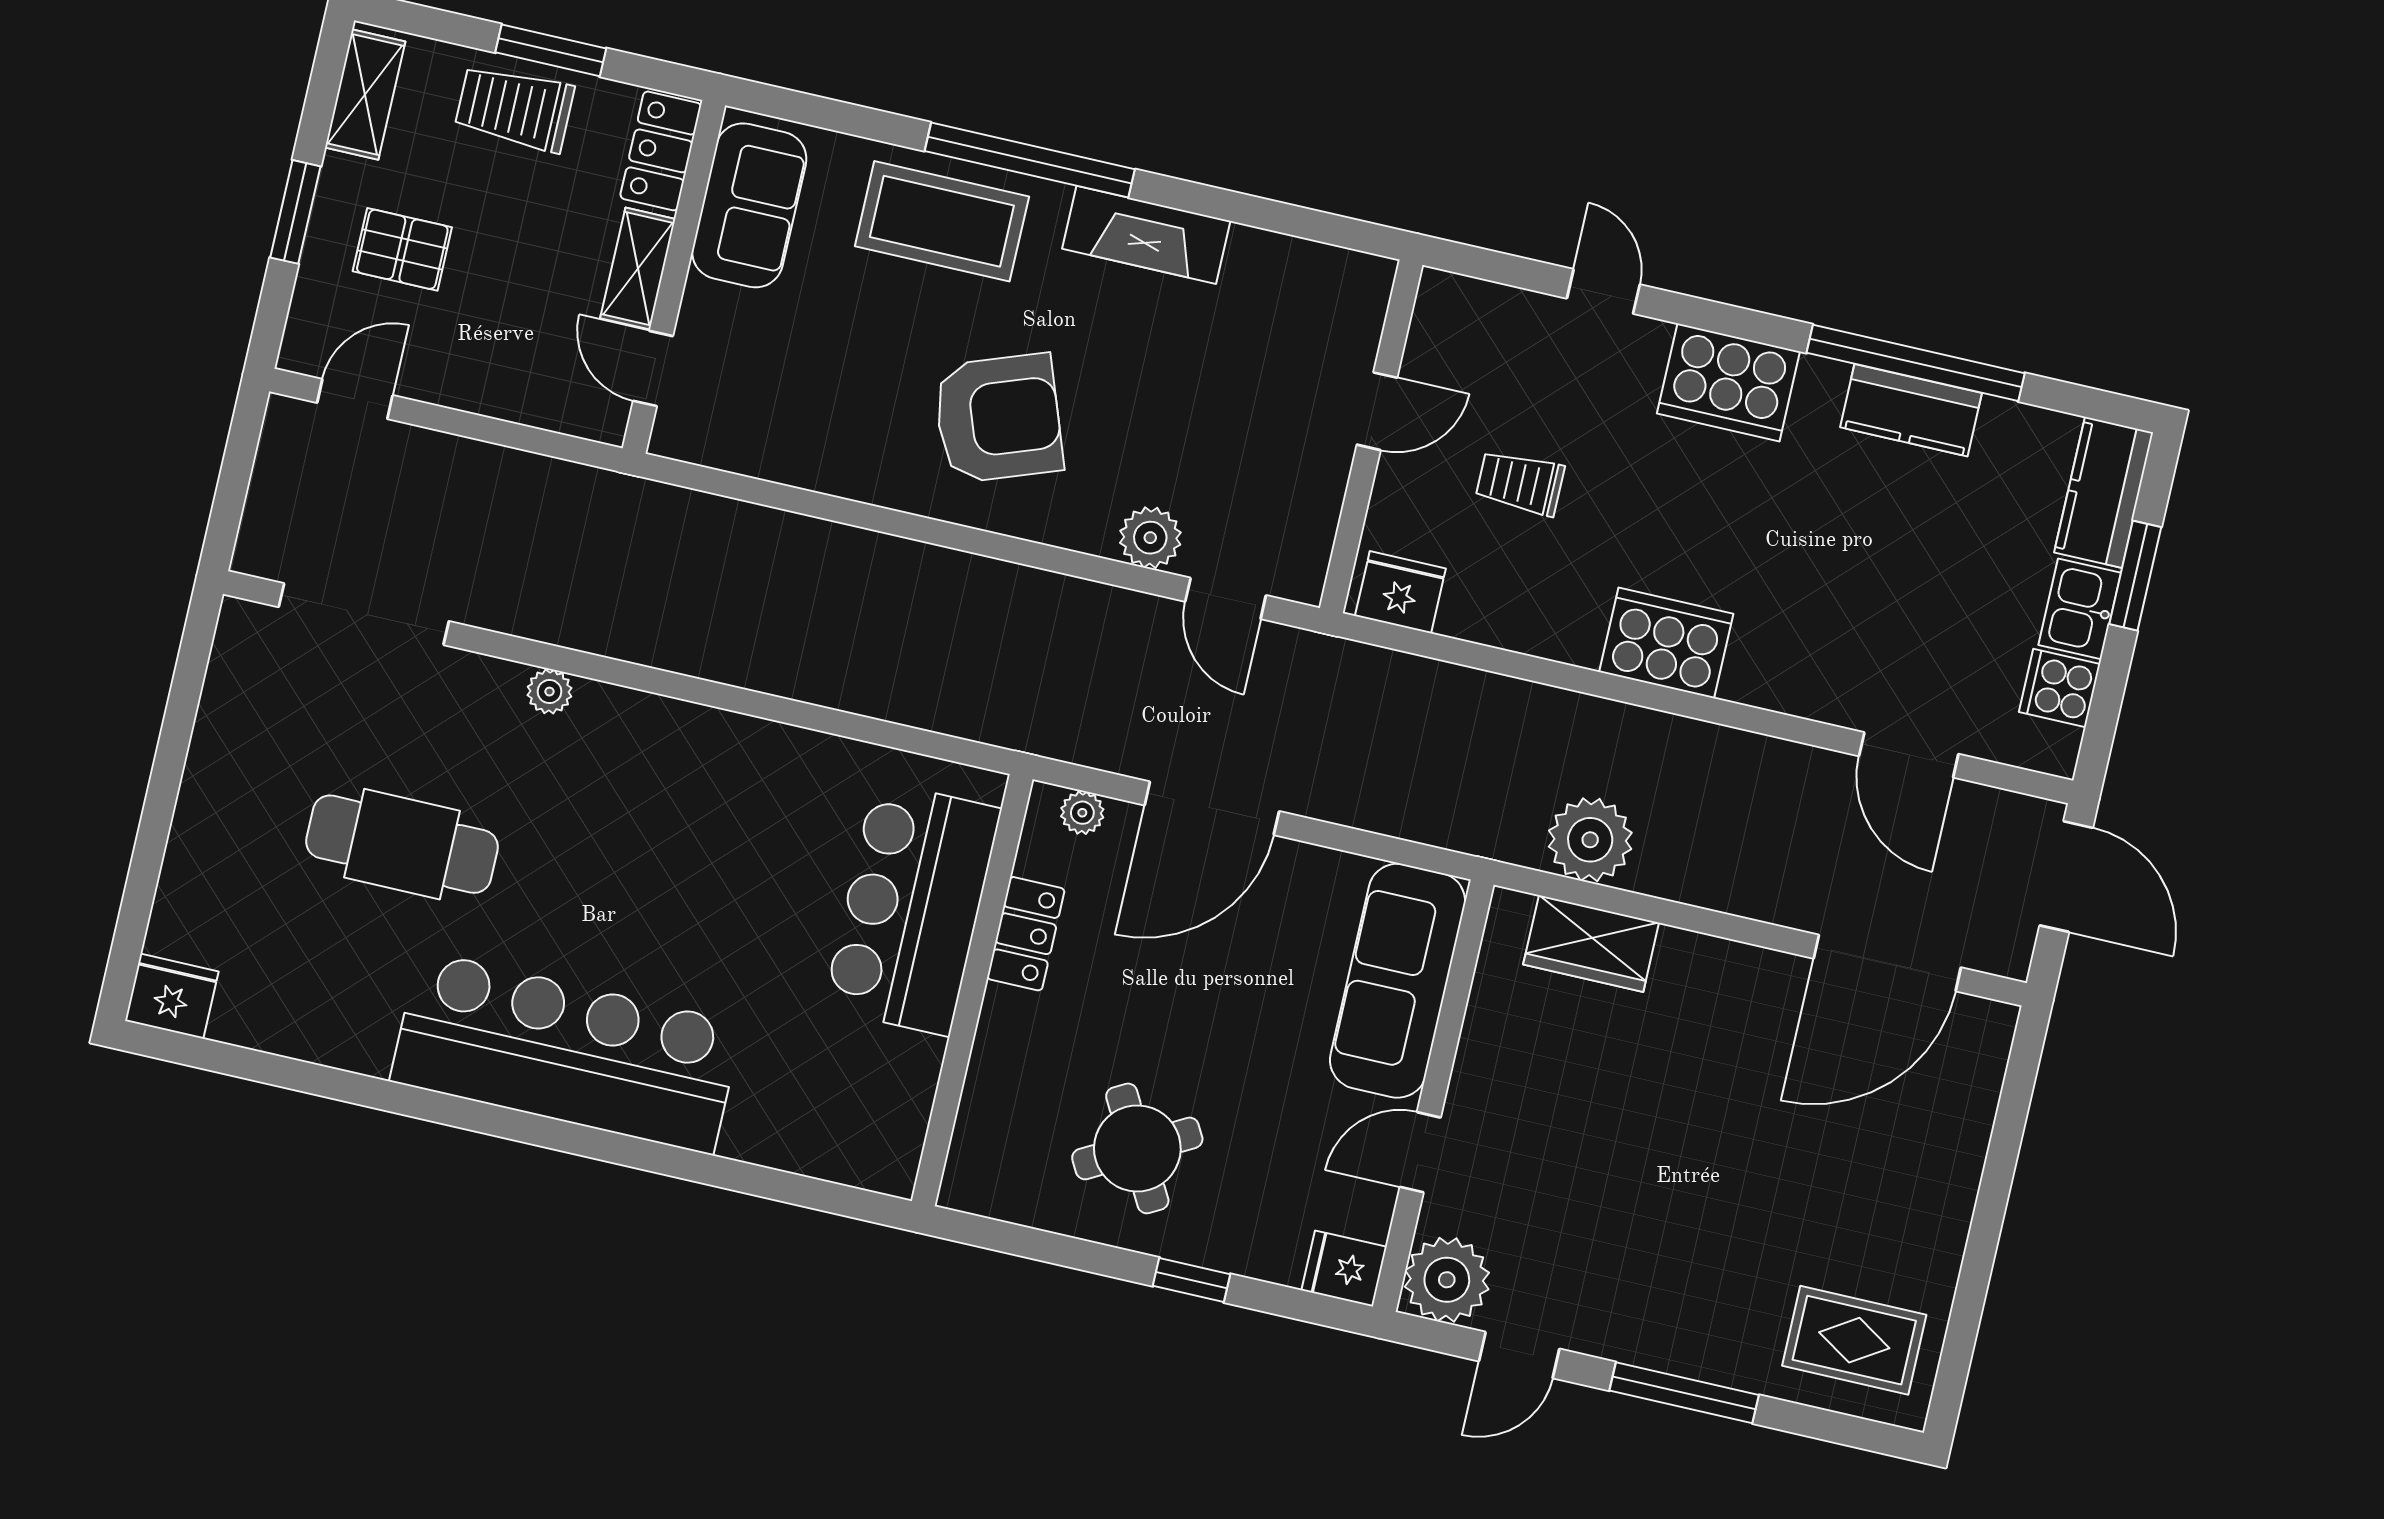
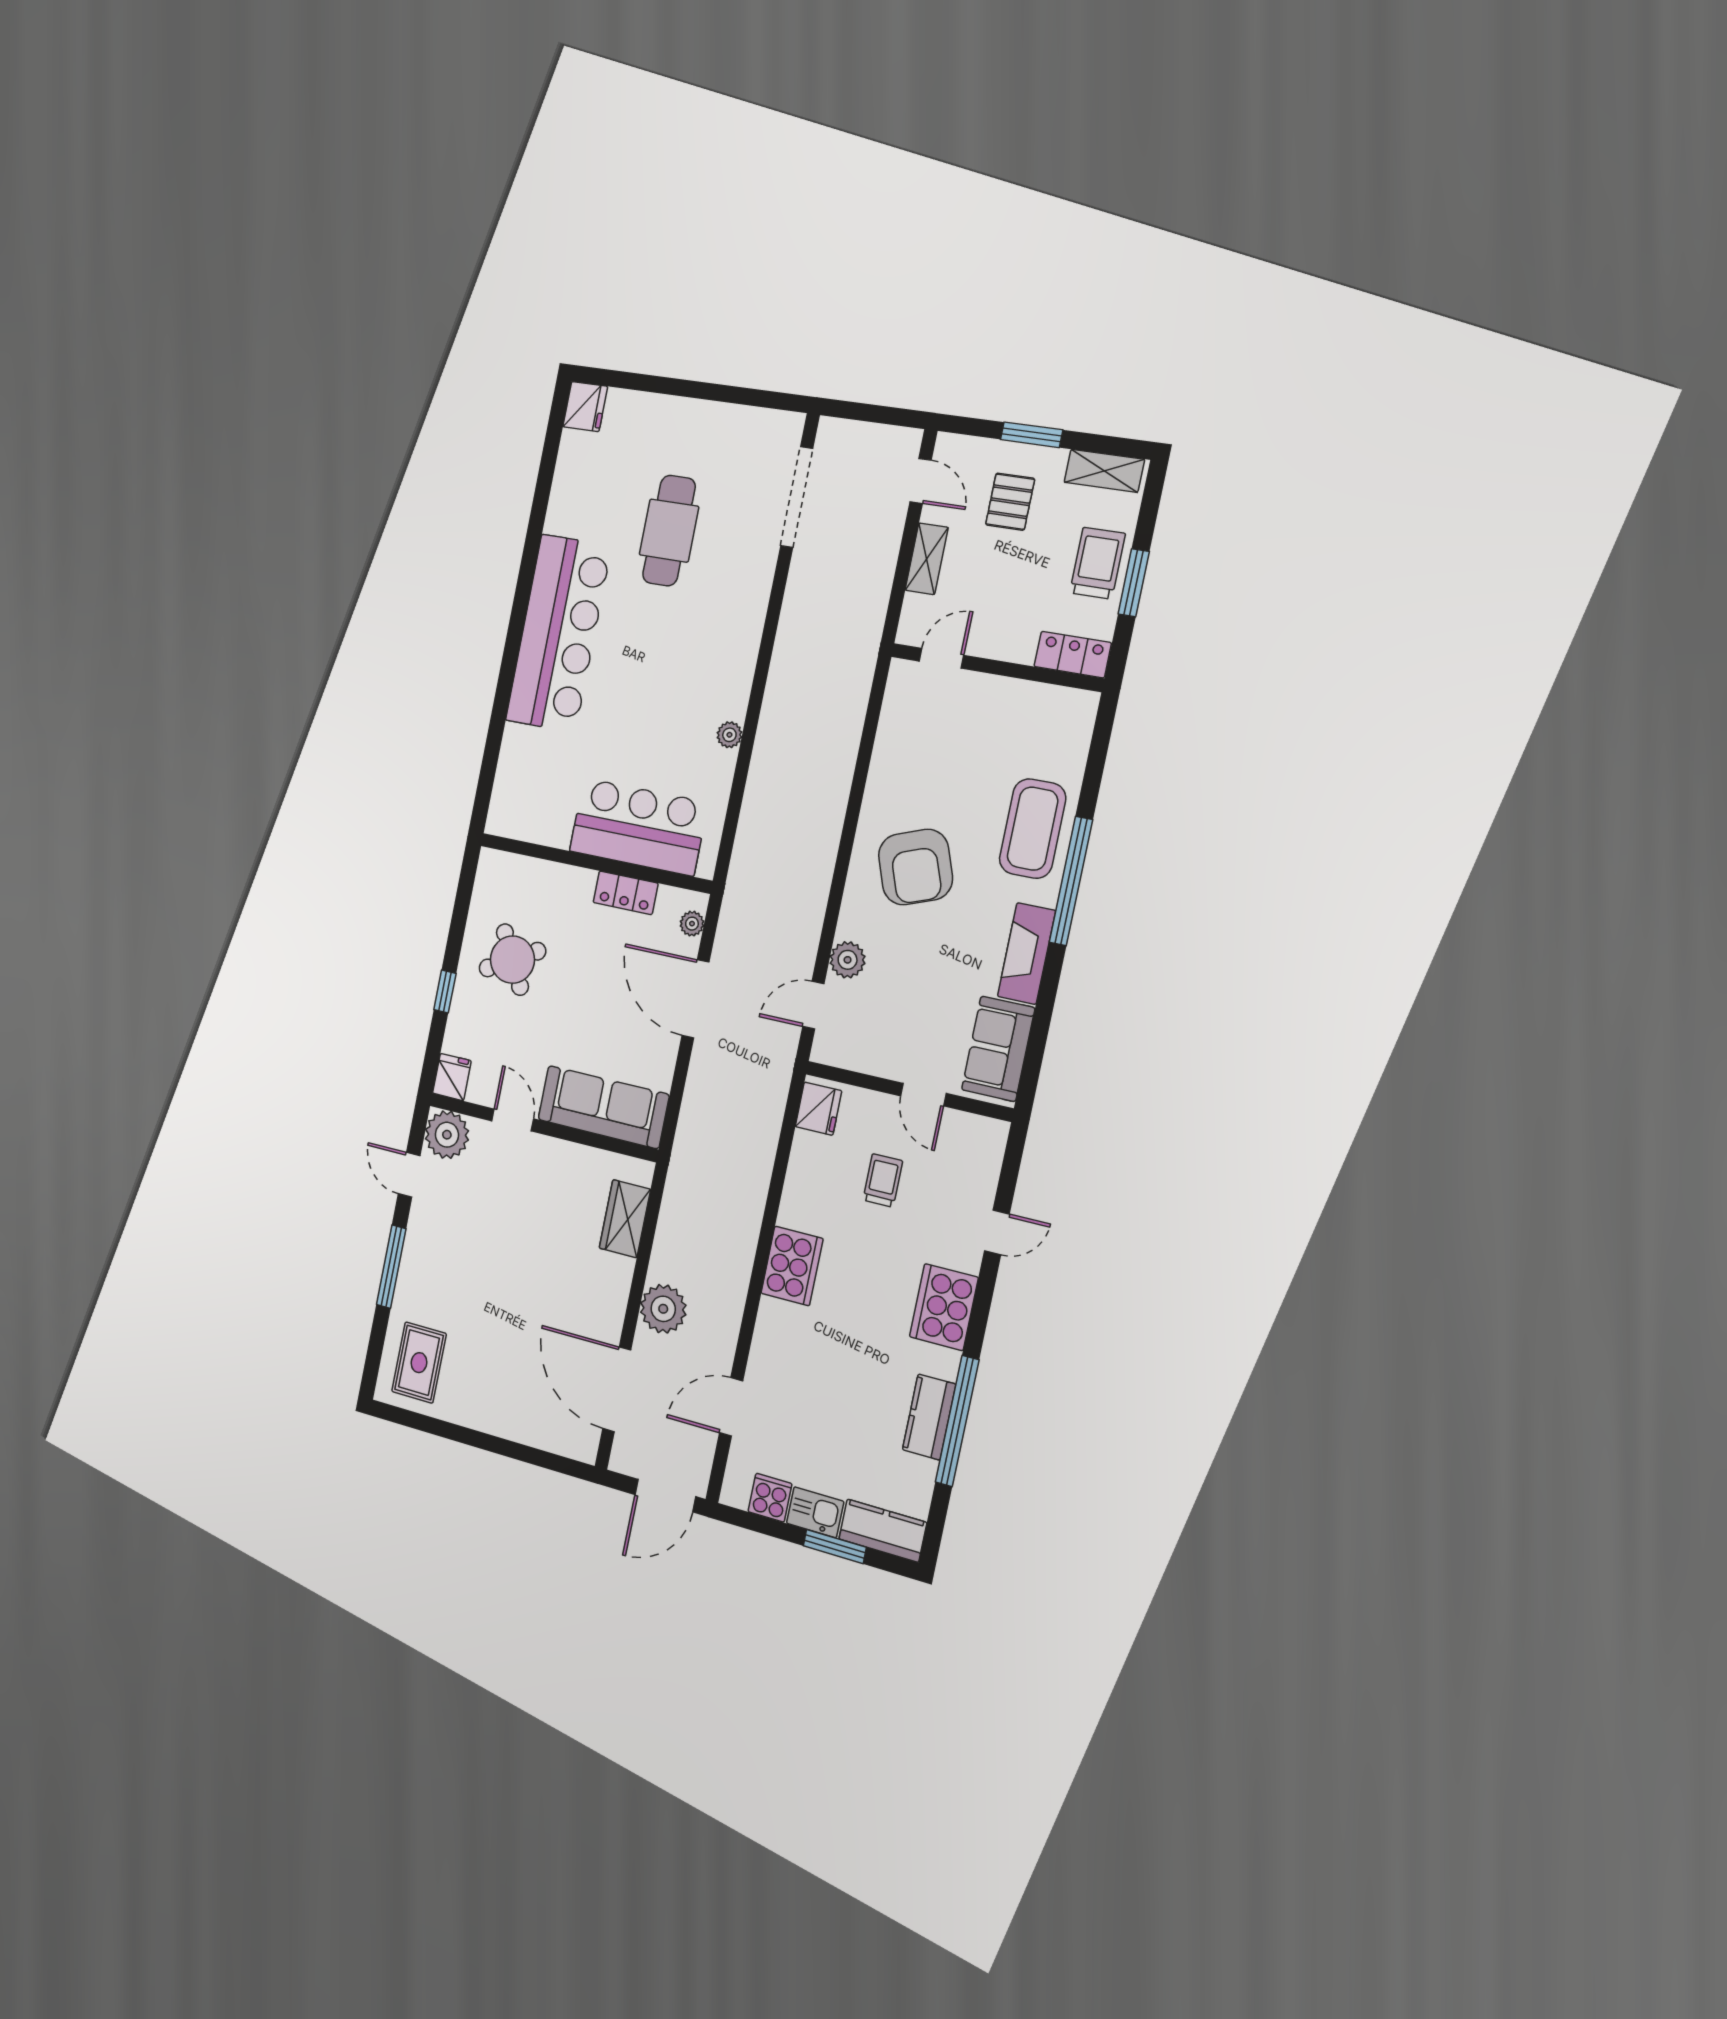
sofa: (749, 205) -> (998, 1049), moved, turned 90
shelving: (638, 269) -> (927, 559), moved, turned 90
plant: (549, 692) -> (729, 735), moved
plant: (1590, 840) -> (663, 1309), moved

